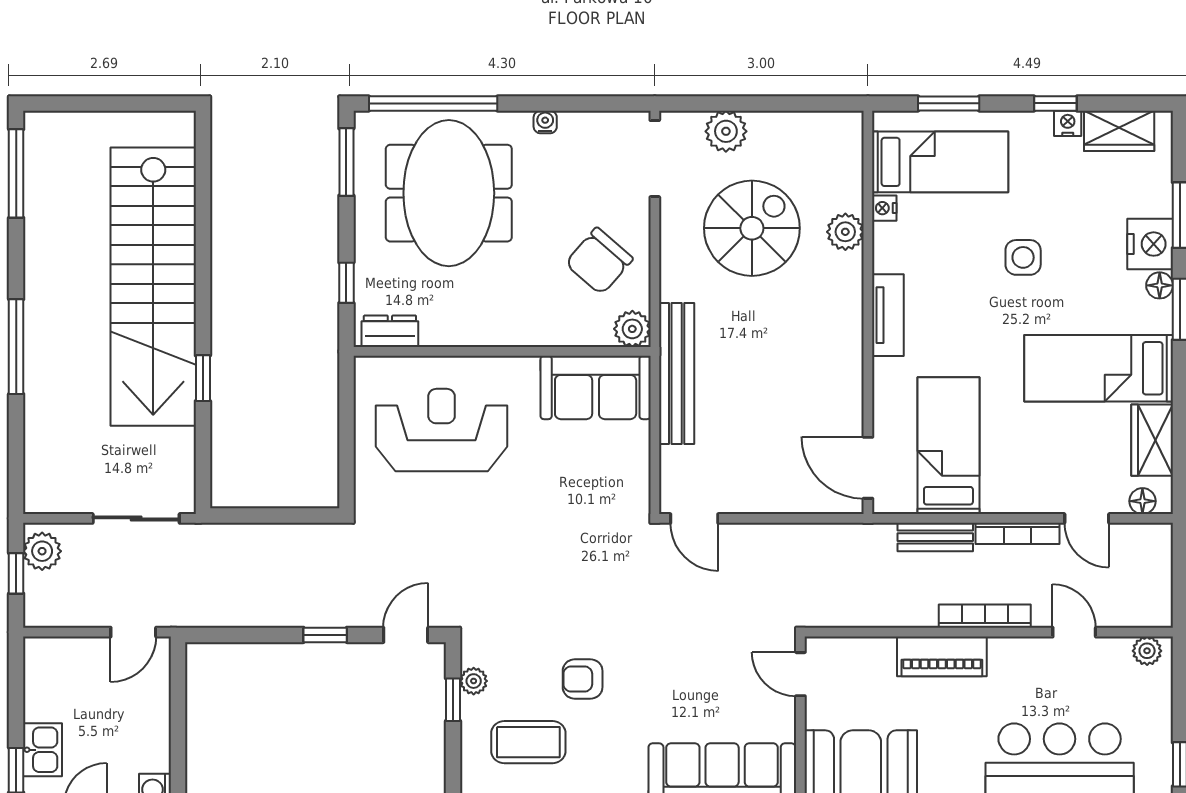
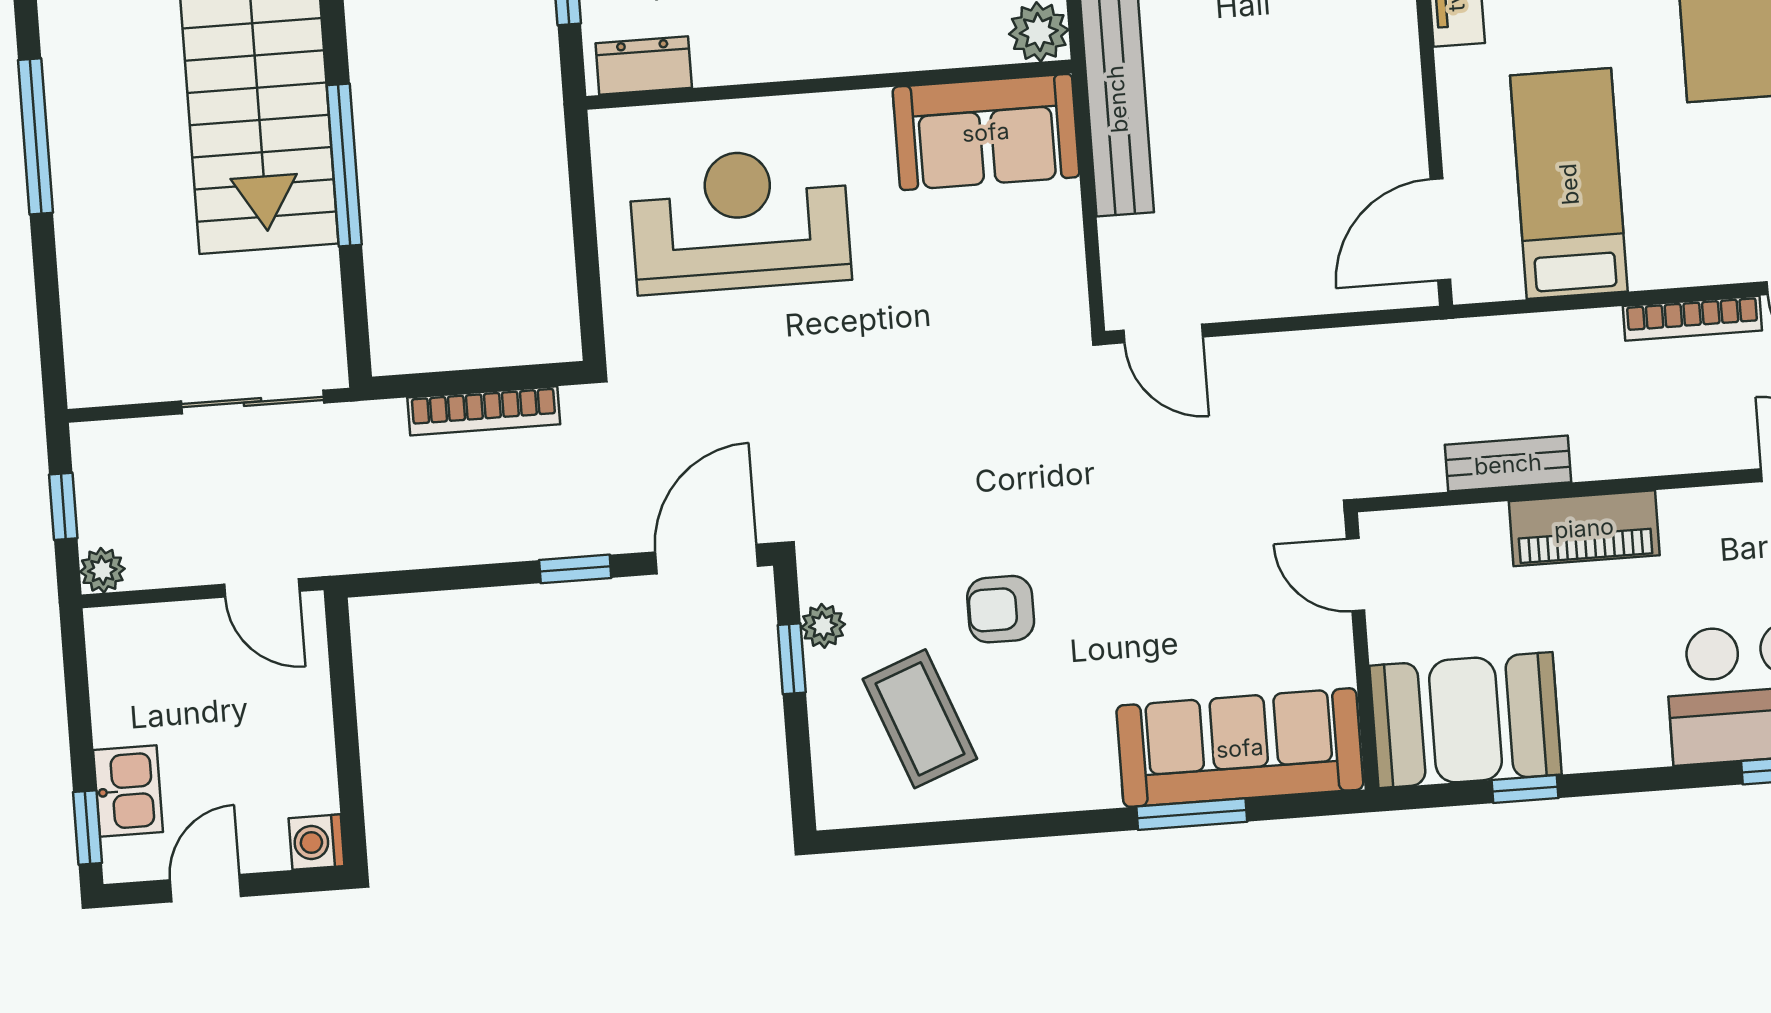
window: (203, 378) -> (344, 165), width x2.17
door: (868, 468) -> (1440, 229), hinge flipped
bench: (935, 537) -> (1508, 464), moved
plant: (42, 551) -> (102, 570), moved, width x0.73, depth x0.73
bookcase: (985, 616) -> (484, 411), moved, turned 180
door: (133, 632) -> (262, 588), hinge flipped
door: (406, 635) -> (707, 559), width x1.38
coffee table: (528, 742) -> (920, 719), turned 69

